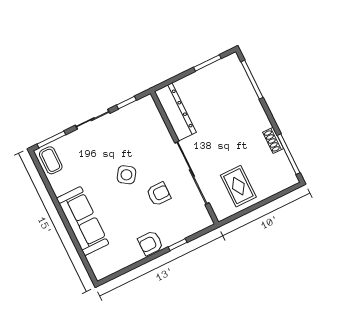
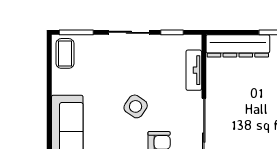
dresser: (175, 112) -> (238, 46), moved, turned 90
tv unit: (158, 124) -> (194, 70), added

